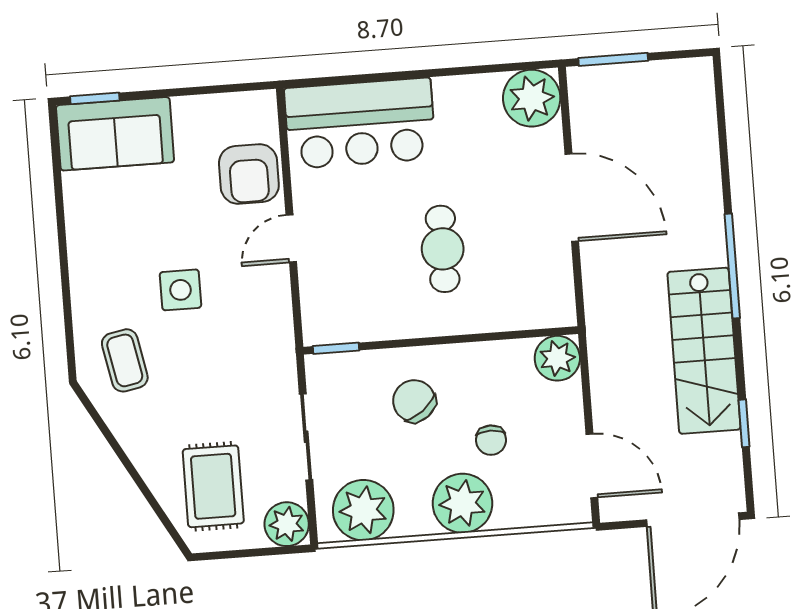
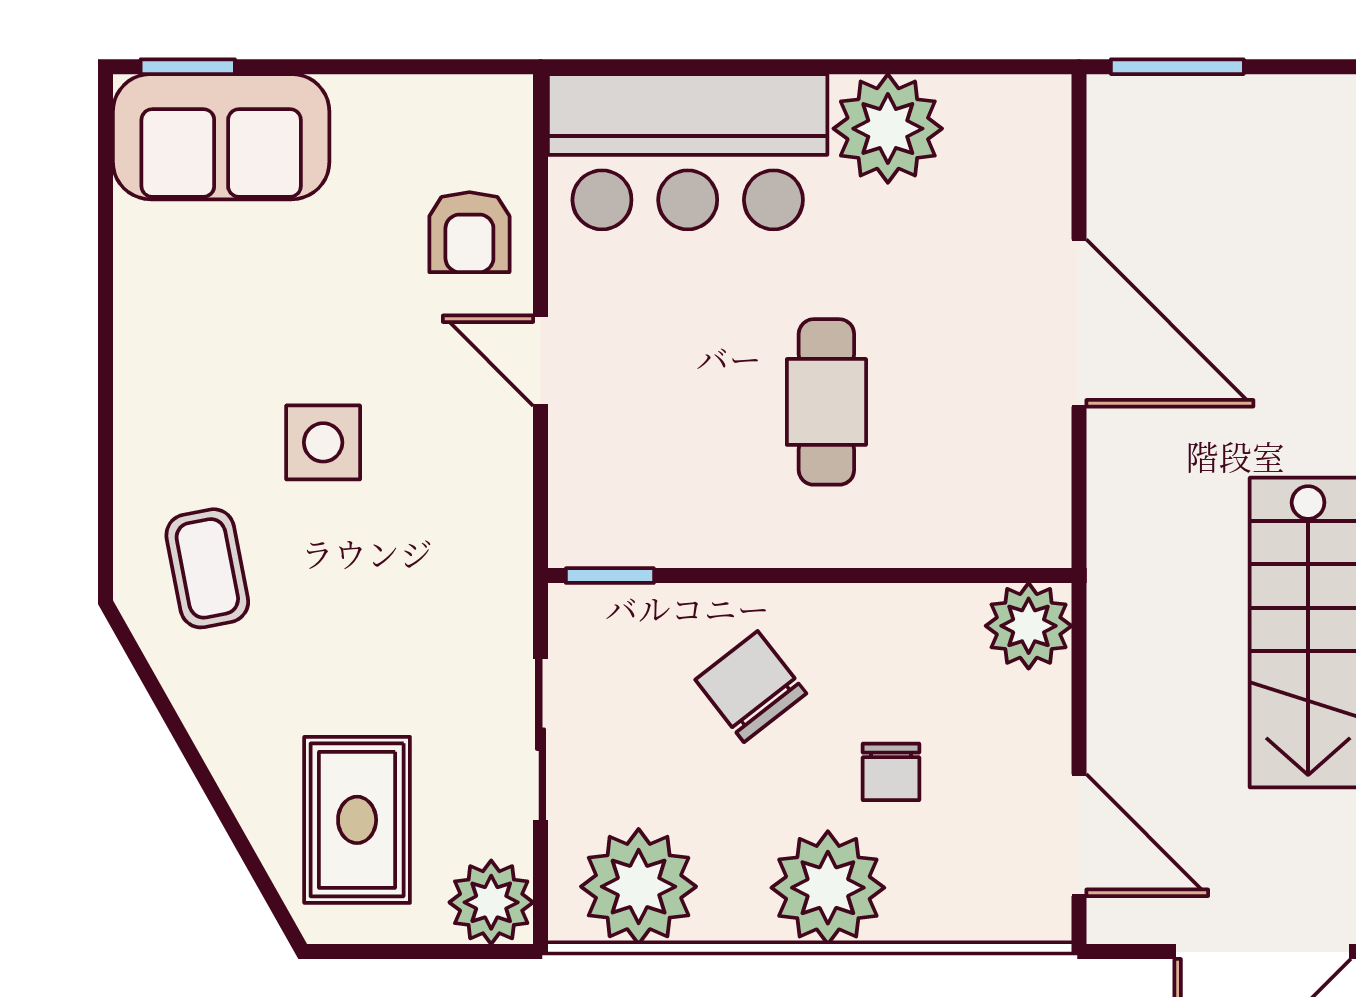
plant: (532, 98) -> (888, 129), moved
armchair: (249, 174) -> (469, 232), width x0.72, depth x0.72
door: (291, 238) -> (541, 361), hinge flipped

